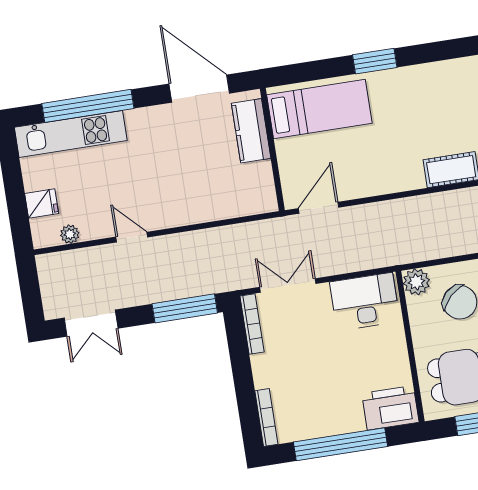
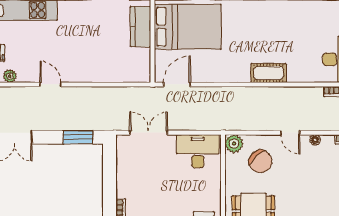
bed: (319, 109) -> (188, 27), width x1.50
window: (185, 308) -> (78, 137), width x0.69
bookcase: (252, 324) -> (121, 154), removed

